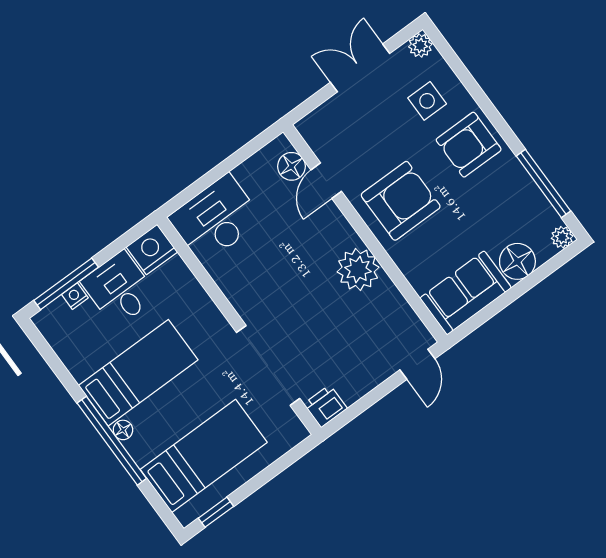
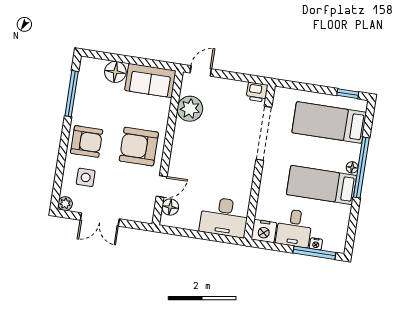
plant: (562, 237) -> (86, 63), removed
plant: (358, 269) -> (190, 109), moved

